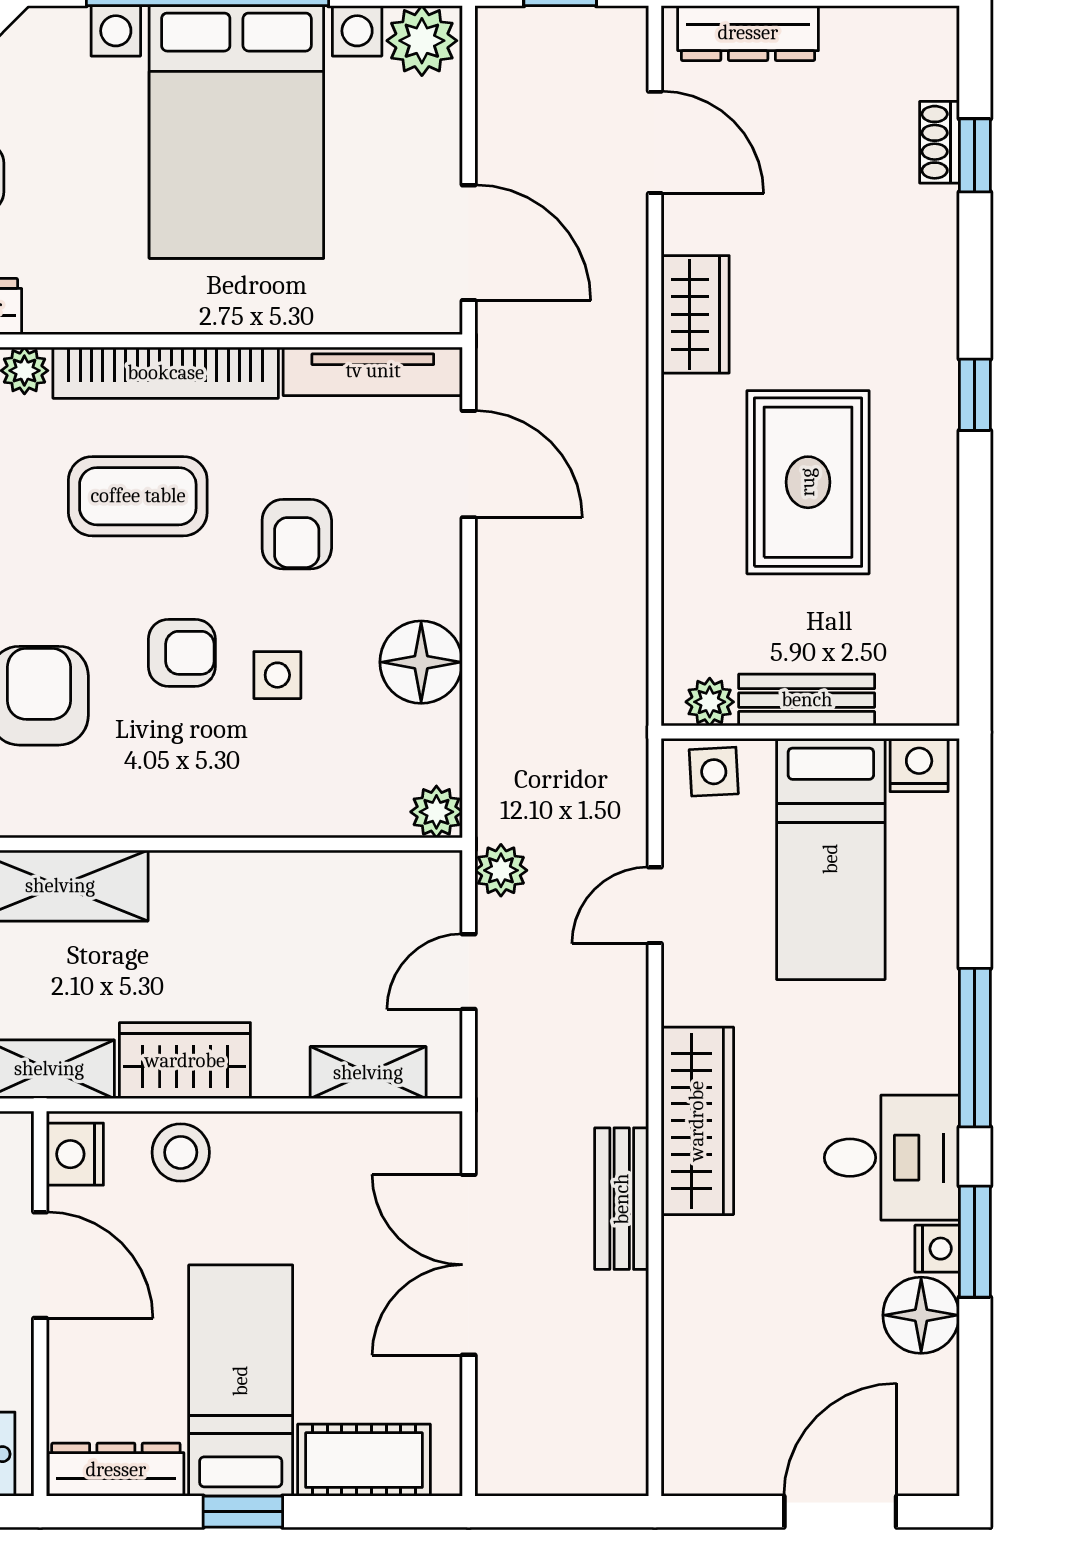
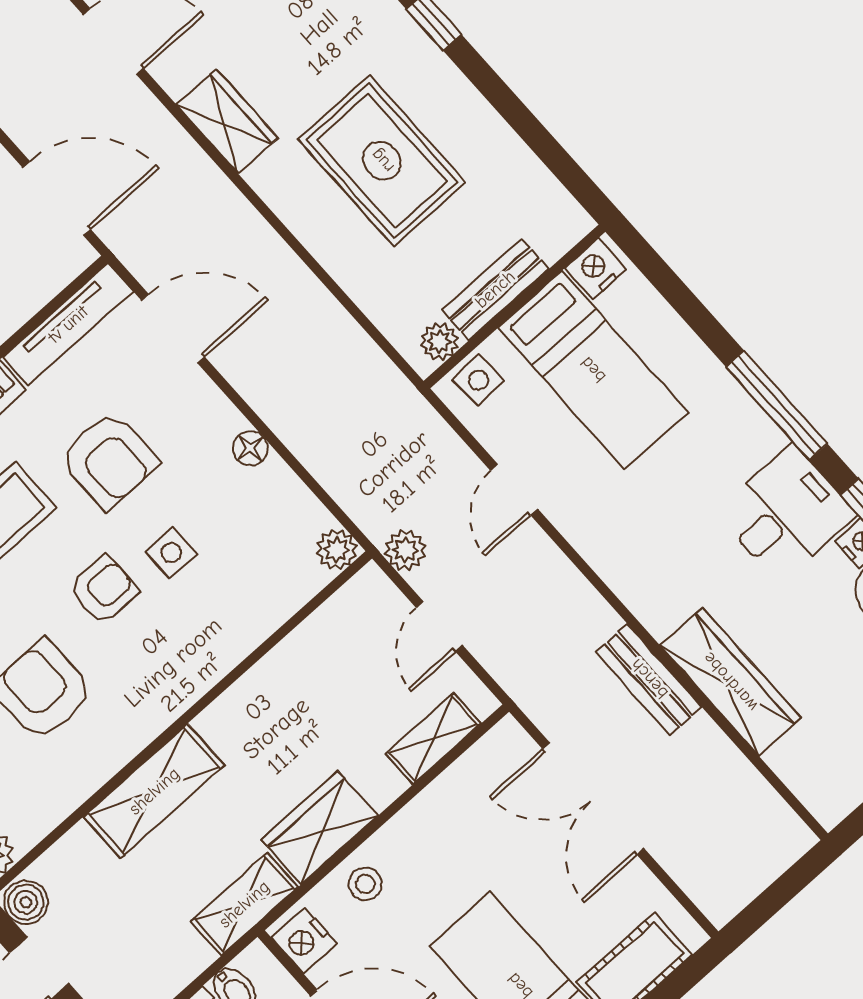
armchair: (297, 534) -> (109, 460), width x1.38, depth x1.38
floor lamp: (421, 662) -> (250, 448), width x0.53, depth x0.53
wardrobe: (697, 1121) -> (730, 682), moved
stool: (181, 1152) -> (365, 884), width x0.73, depth x0.73

